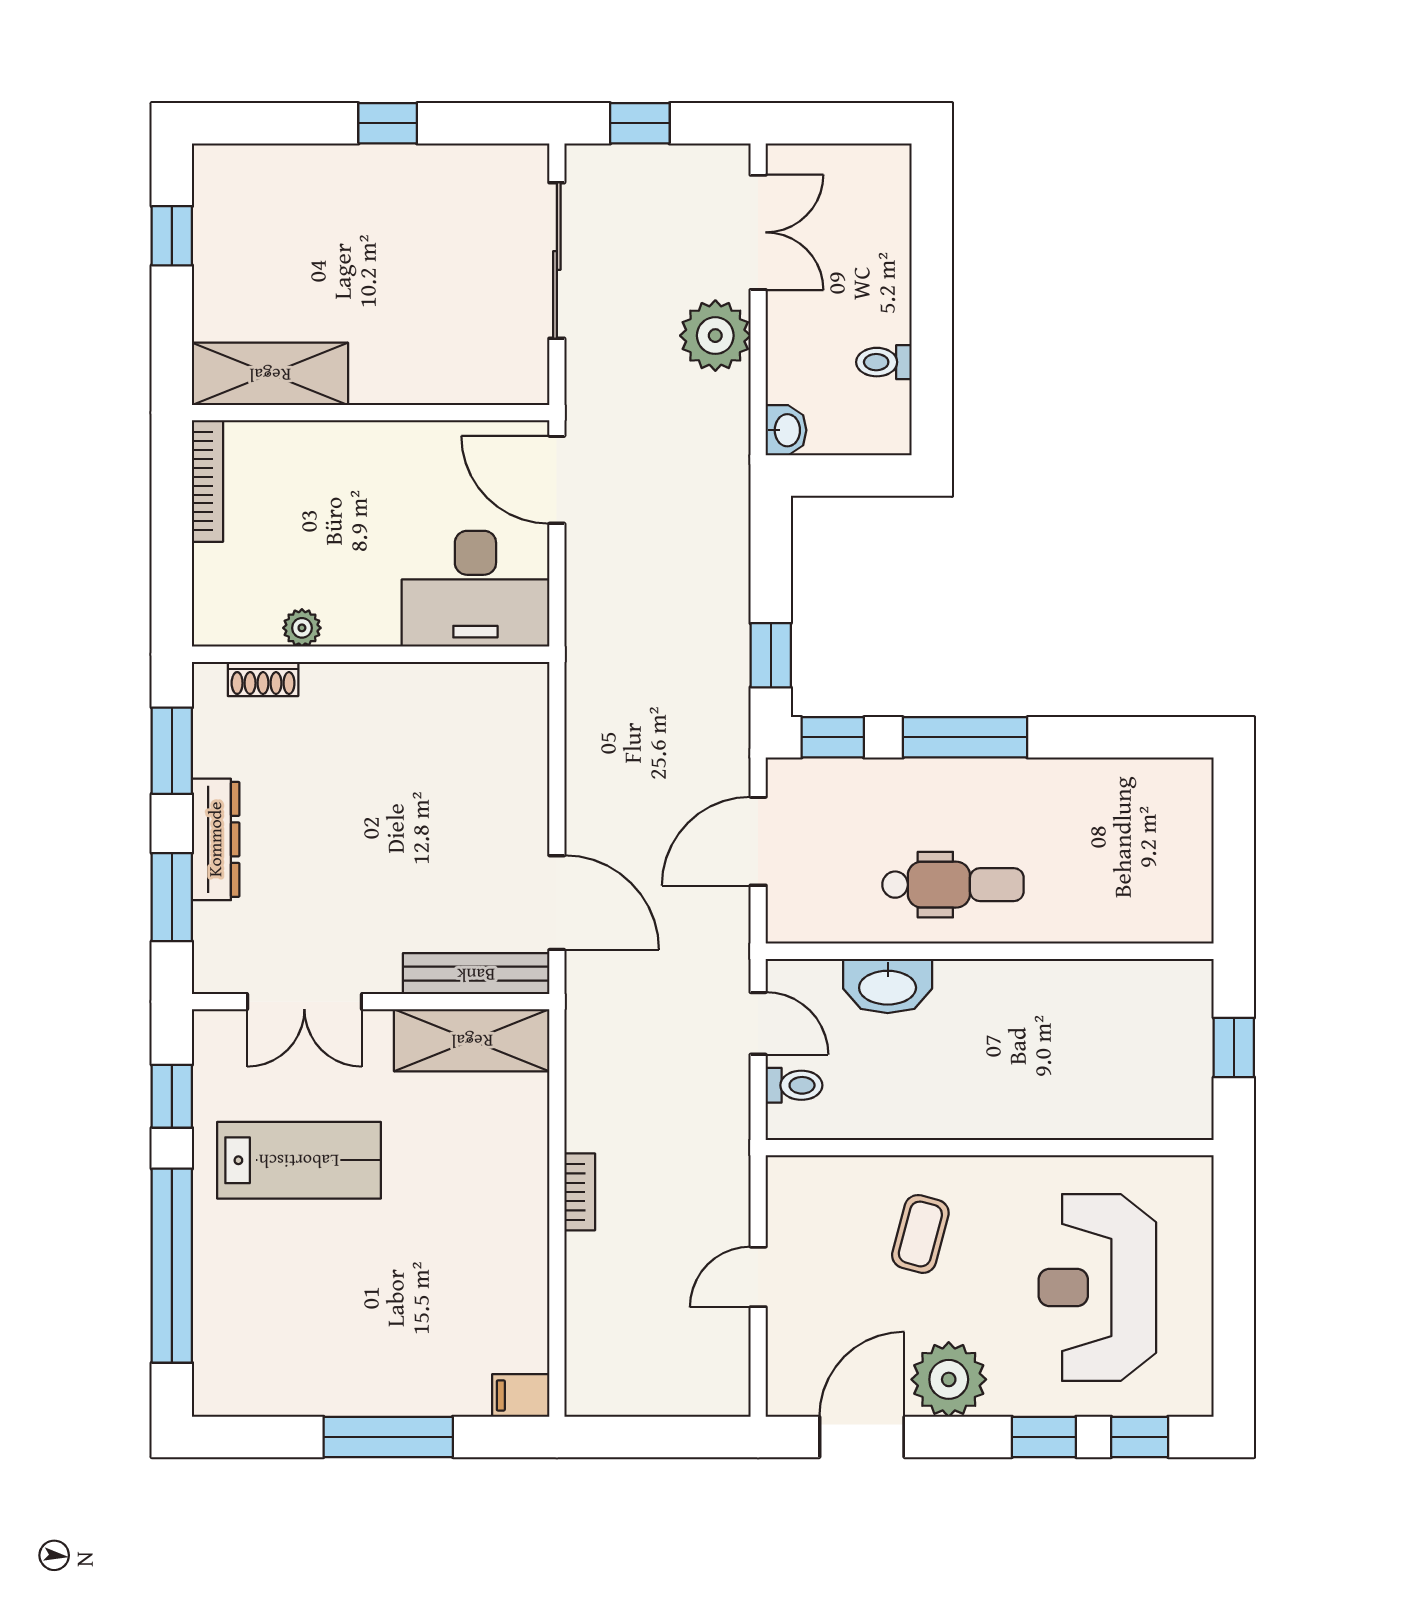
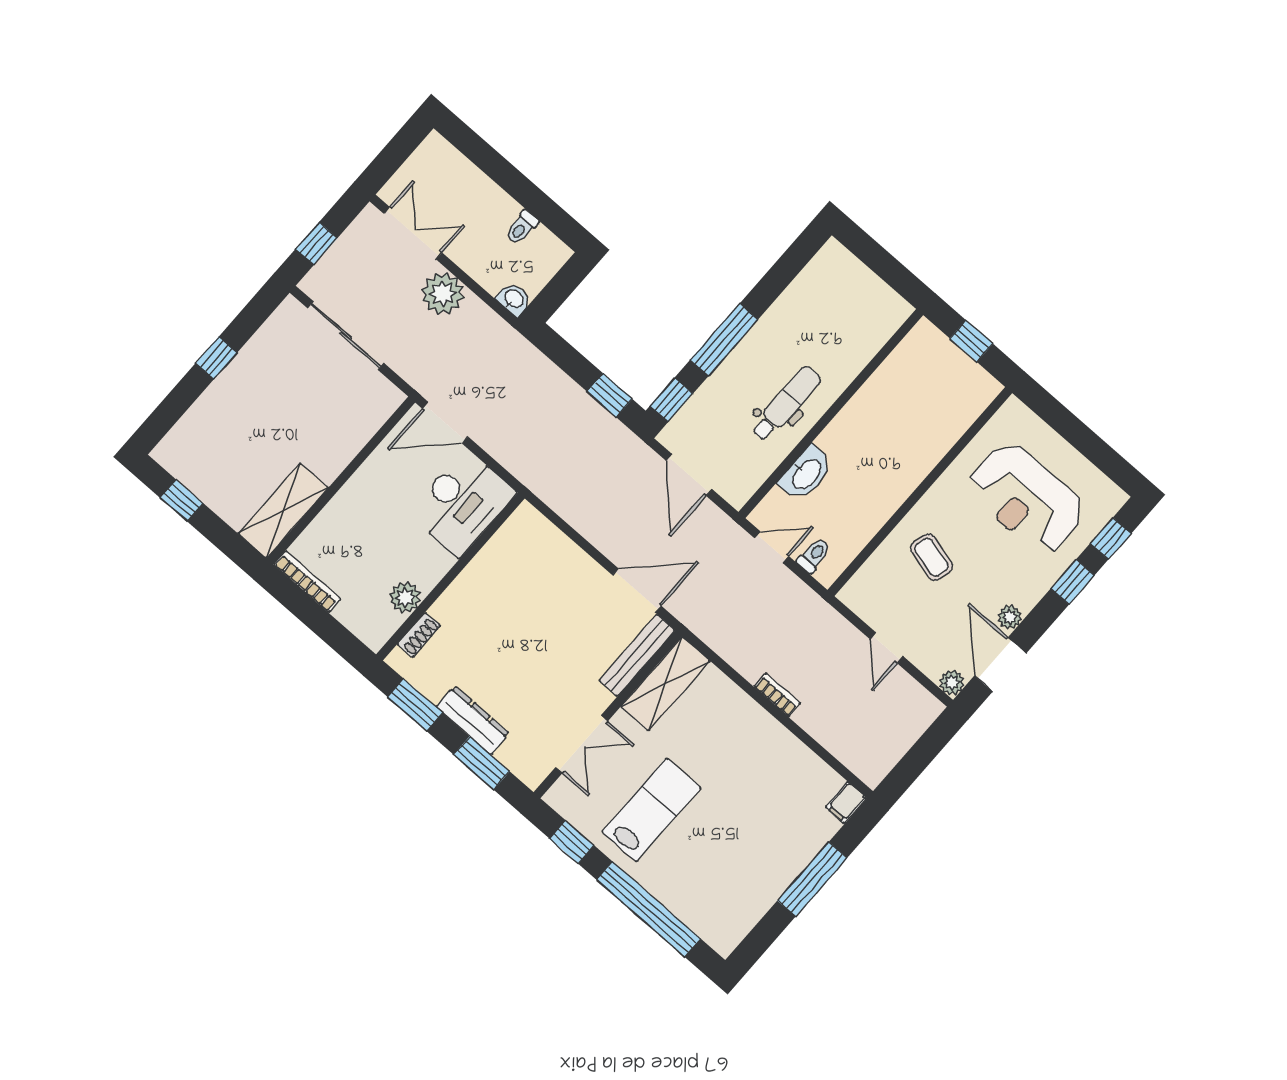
plant: (302, 628) -> (405, 597), width x1.38, depth x1.38
plant: (949, 1379) -> (1010, 617), width x0.53, depth x0.53
plant: (786, 1396) -> (952, 682), added

